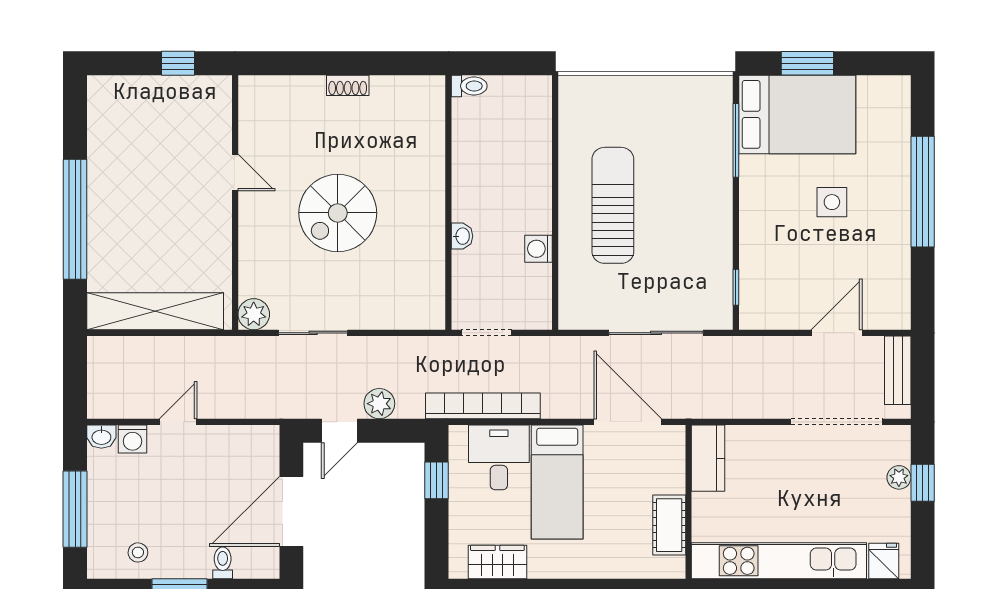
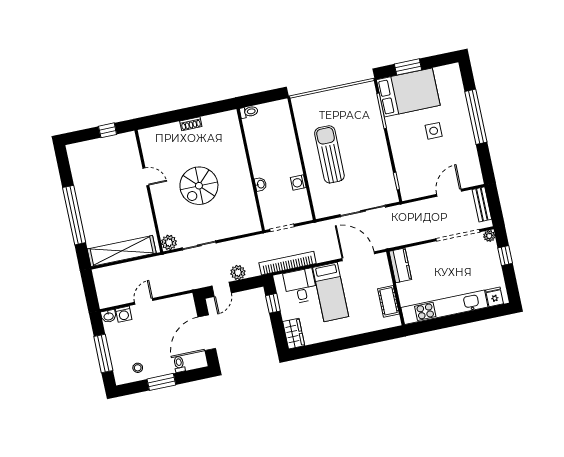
plant: (899, 477) -> (489, 236), moved
wardrobe: (497, 562) -> (294, 334), moved, turned 90

